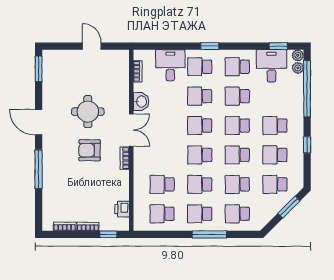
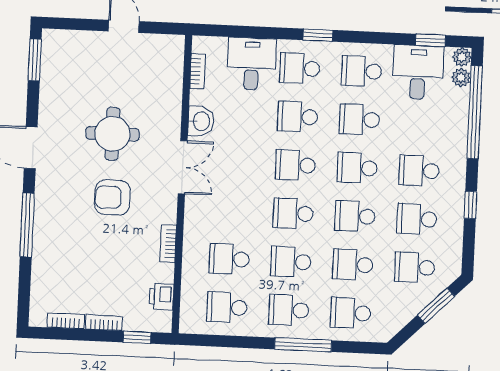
bookcase: (125, 158) -> (168, 244), moved

